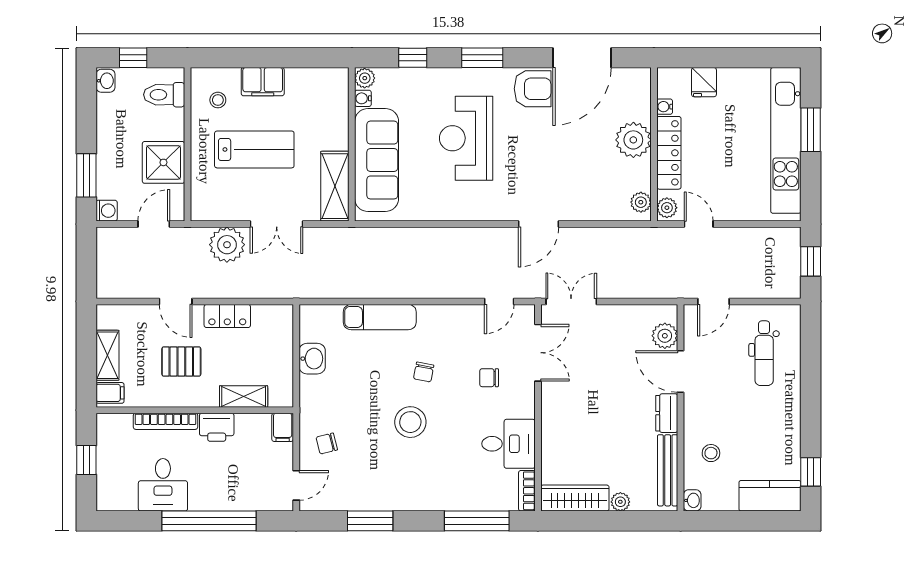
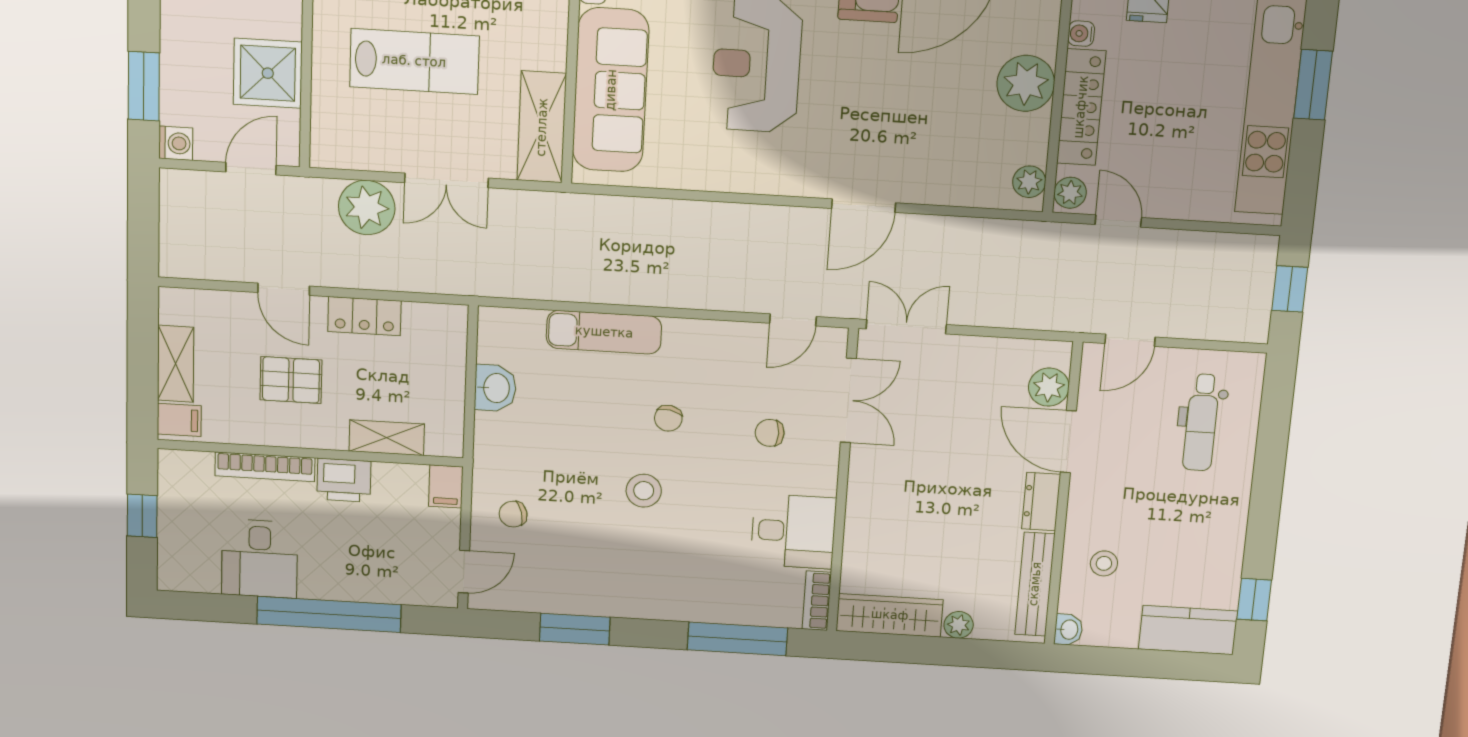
stool: (410, 422) -> (644, 491), width x0.73, depth x0.73

